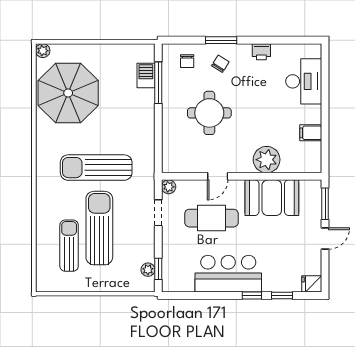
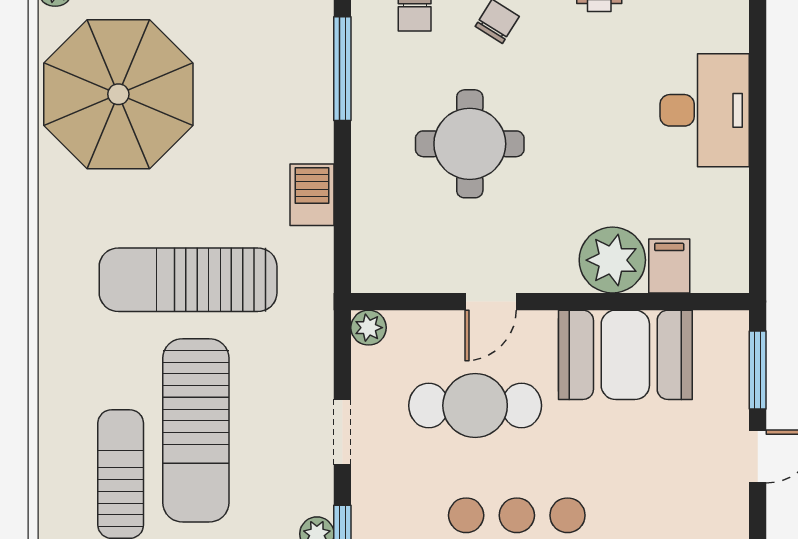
barbecue: (146, 75) -> (312, 195), moved
desk: (304, 81) -> (705, 110), moved
filing cabinet: (311, 133) -> (669, 266), moved, turned 90
doorway: (158, 213) -> (342, 432), moved
sun lounger: (99, 228) -> (196, 430), turned 180

